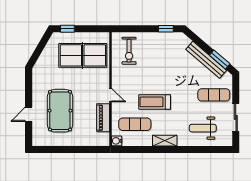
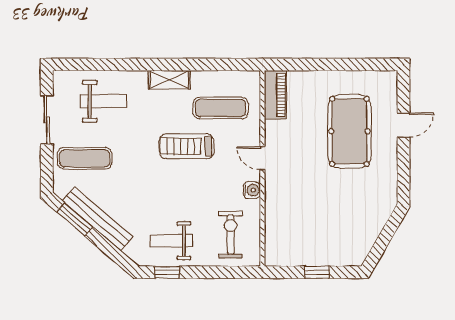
window: (67, 29) -> (317, 272), moved
weight bench: (163, 47) -> (171, 241), added
table tennis table: (83, 55) -> (310, 226), removed
treadmill: (155, 102) -> (187, 146), turned 180
piano: (103, 118) -> (275, 95), moved
water cooler: (117, 141) -> (252, 190), moved

